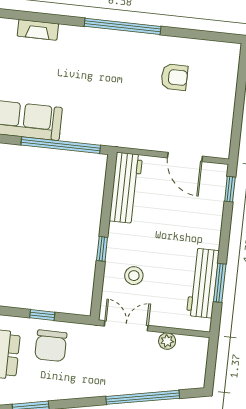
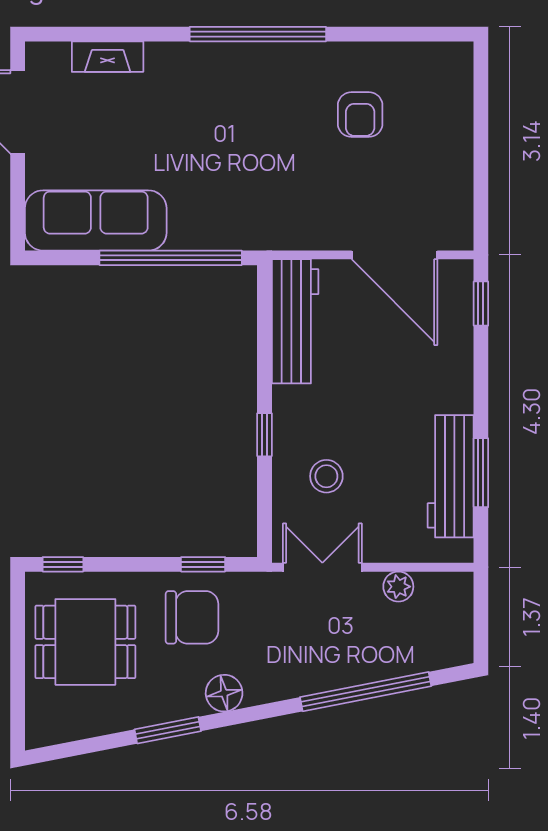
armchair: (174, 77) -> (360, 115), turned 90
door: (185, 157) -> (394, 255), width x1.36
window: (42, 315) -> (203, 564), moved
chair: (51, 346) -> (192, 617), turned -90
floor lamp: (64, 390) -> (224, 693), added

